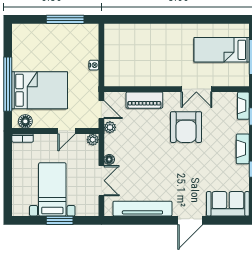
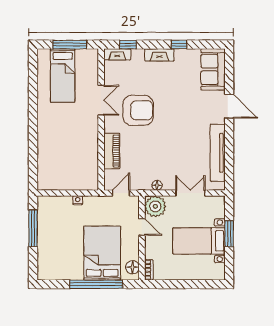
plant: (110, 127) -> (138, 185), removed
plant: (93, 140) -> (155, 206), width x1.87, depth x1.87
floor lamp: (109, 159) -> (157, 185), moved

